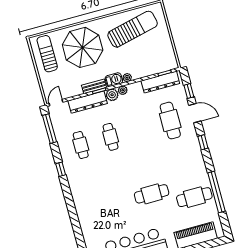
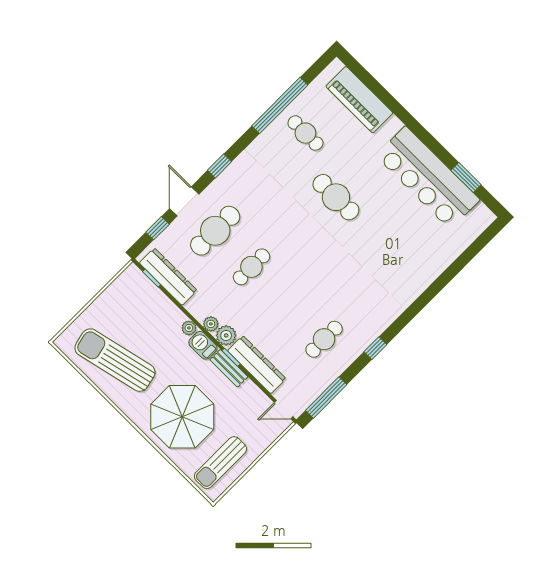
cafe table: (111, 137) -> (251, 267), moved
cafe table: (194, 197) -> (305, 133), width x0.73, depth x0.74

